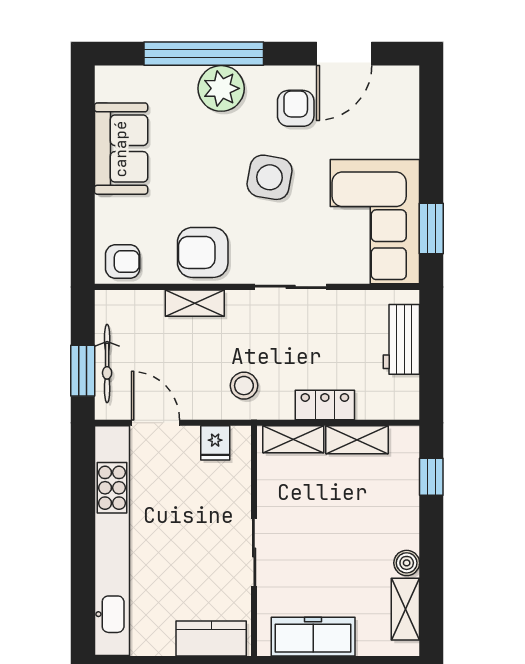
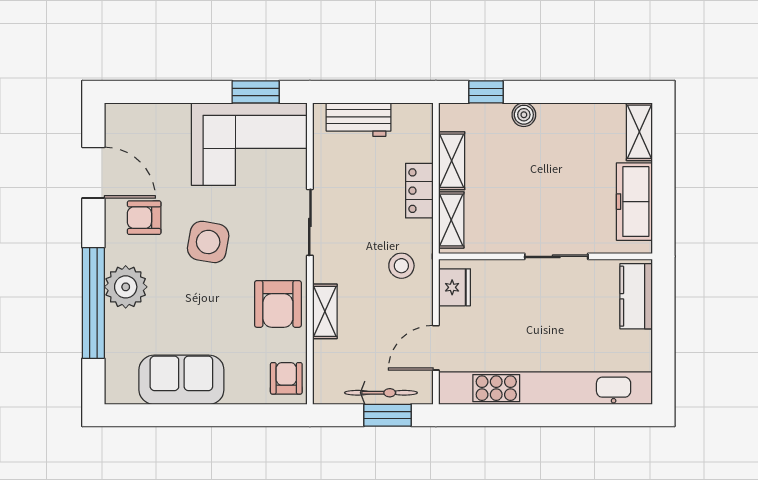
fridge: (215, 443) -> (455, 287), width x1.38
boiler: (407, 563) -> (524, 115), moved
shelving: (405, 609) -> (639, 132), moved, turned 90

